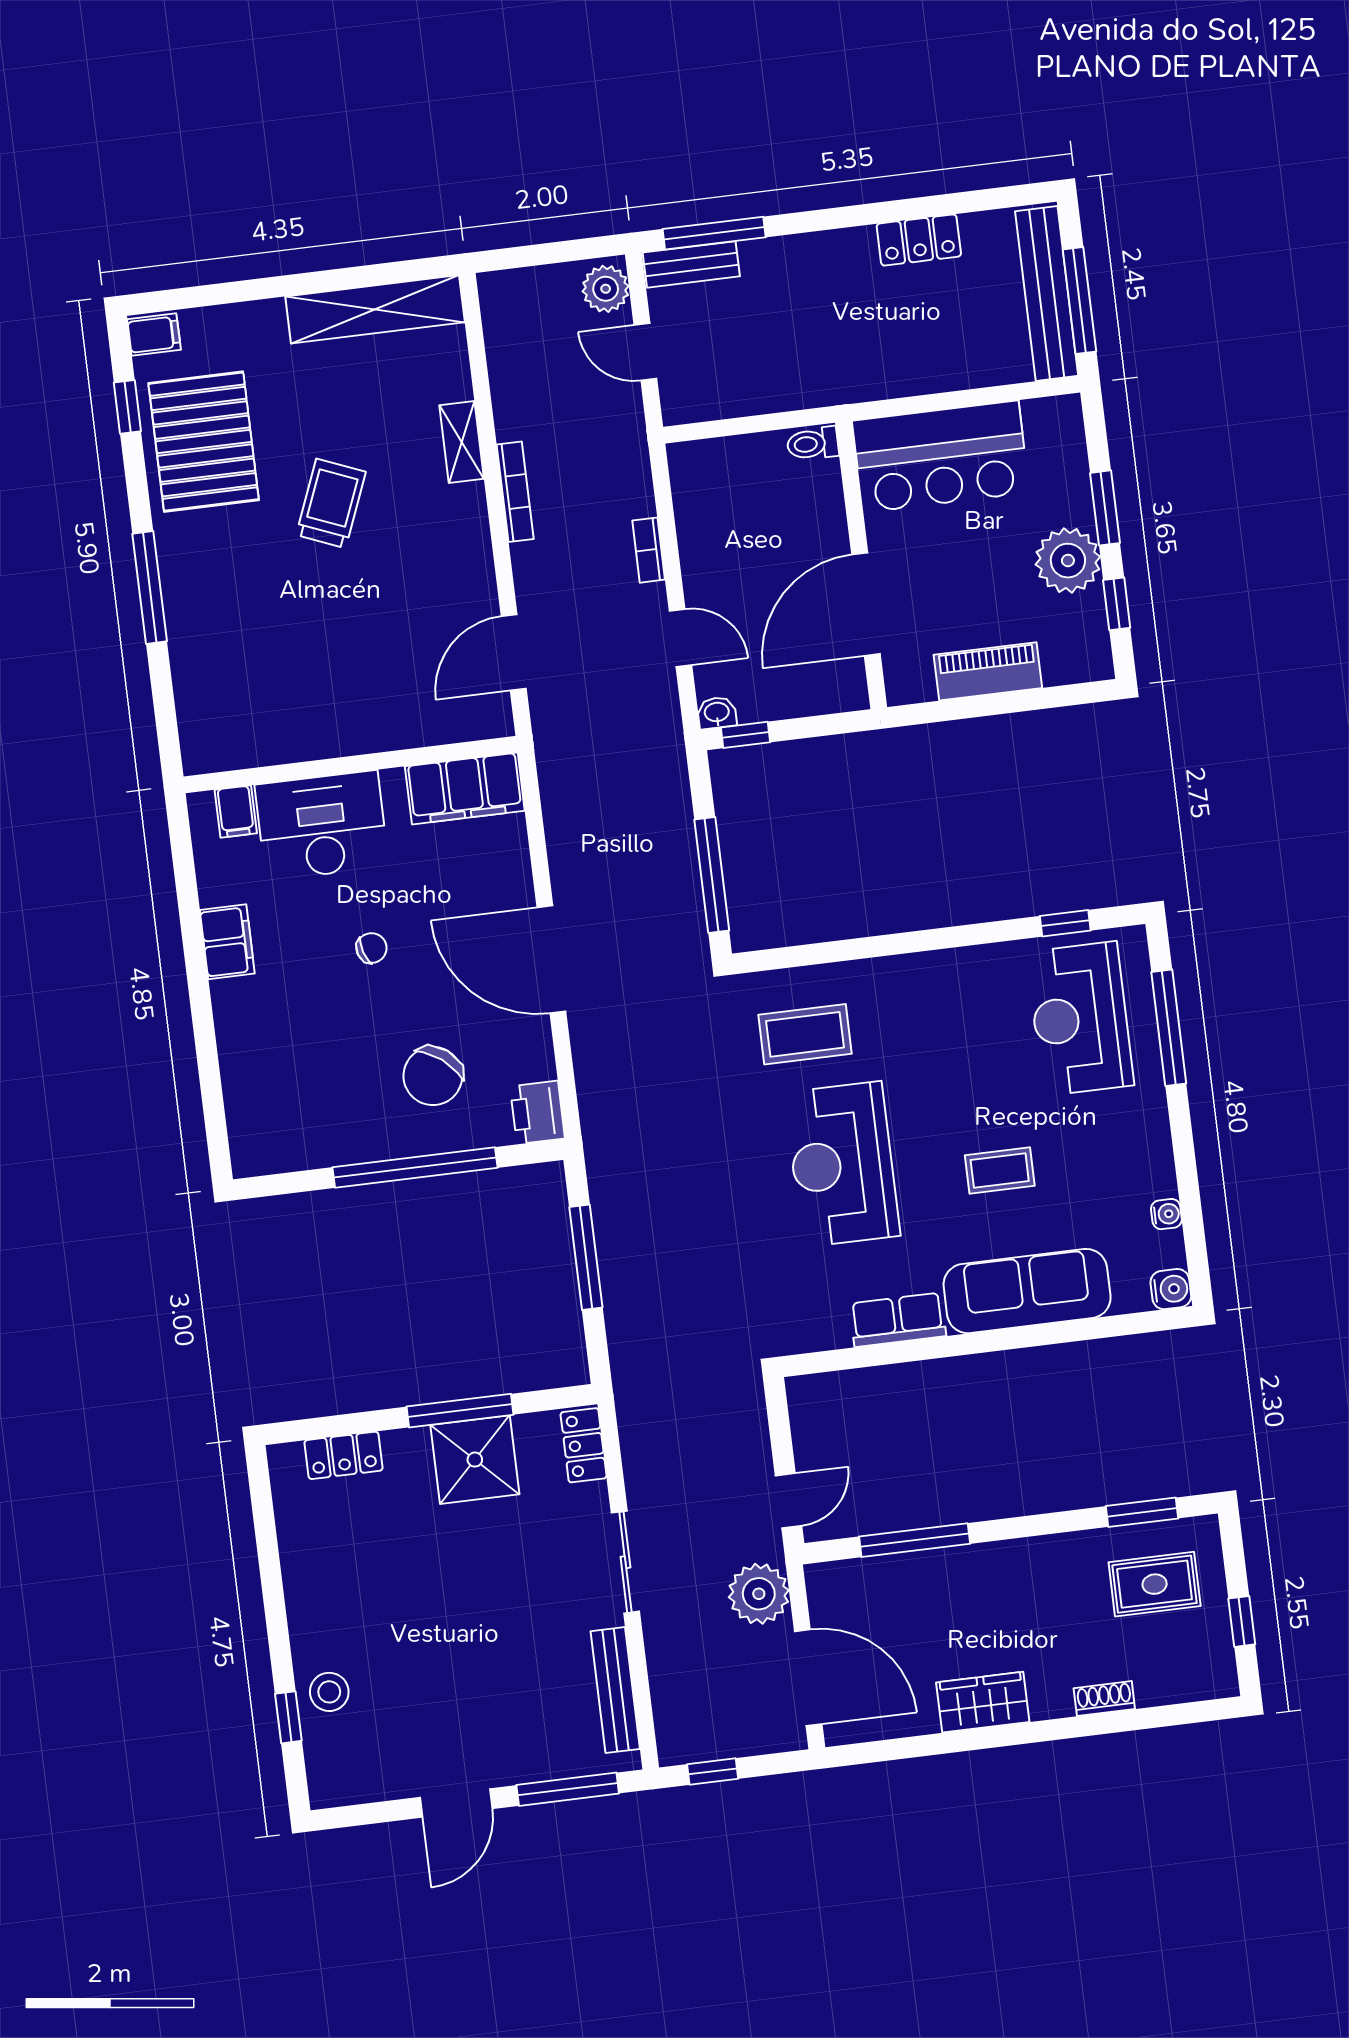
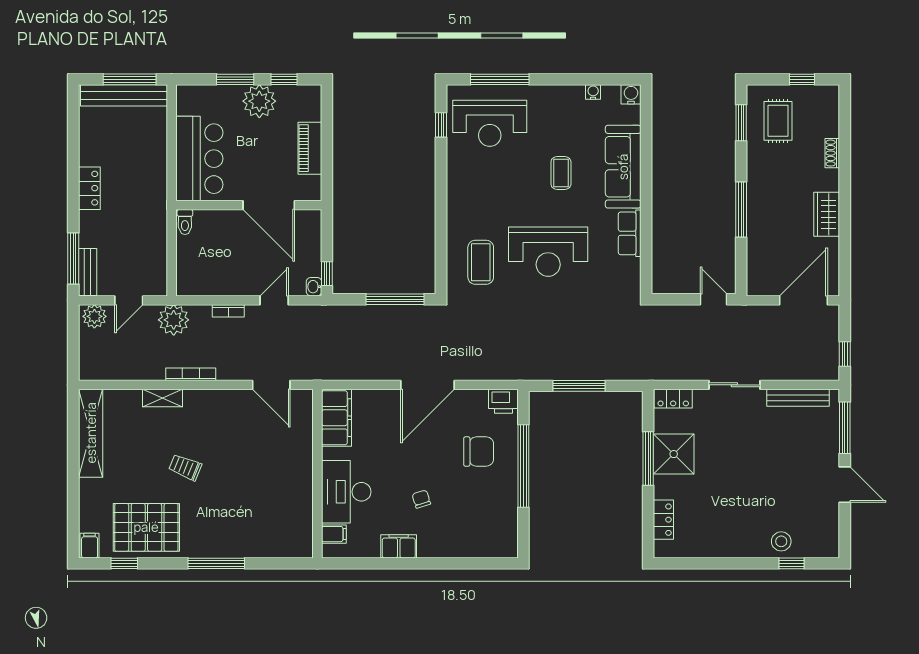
locker: (919, 240) -> (89, 188), moved
trolley: (331, 503) -> (185, 467), width x0.73, depth x0.72
chair: (372, 948) -> (421, 499), moved
chair: (433, 1076) -> (479, 451), turned -38
window: (915, 1540) -> (741, 209), moved
plant: (759, 1594) -> (174, 320), moved

